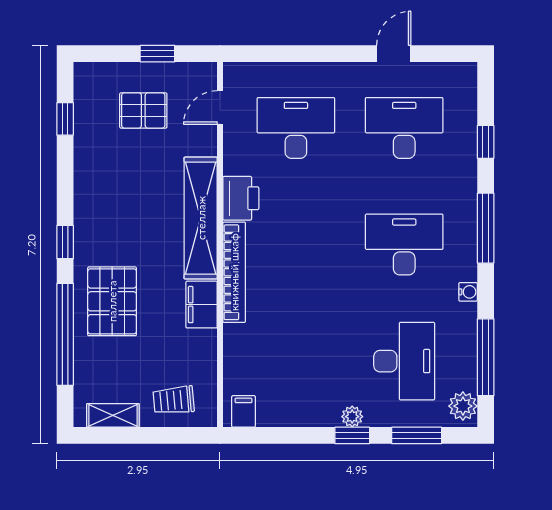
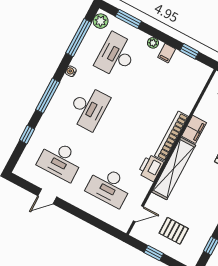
desk: (404, 245) -> (88, 108), turned -90
filing cabinet: (243, 411) -> (167, 53), moved
window: (352, 435) -> (189, 51), moved

